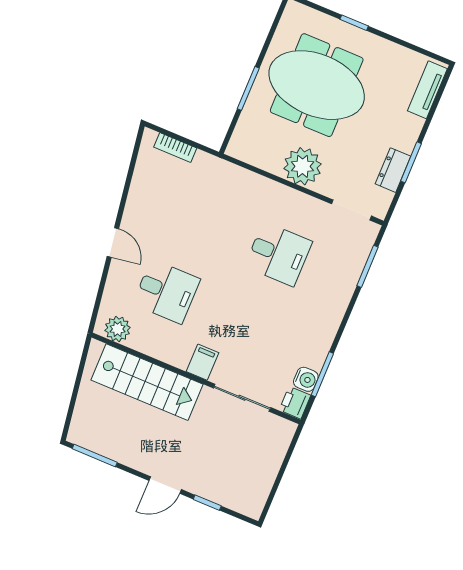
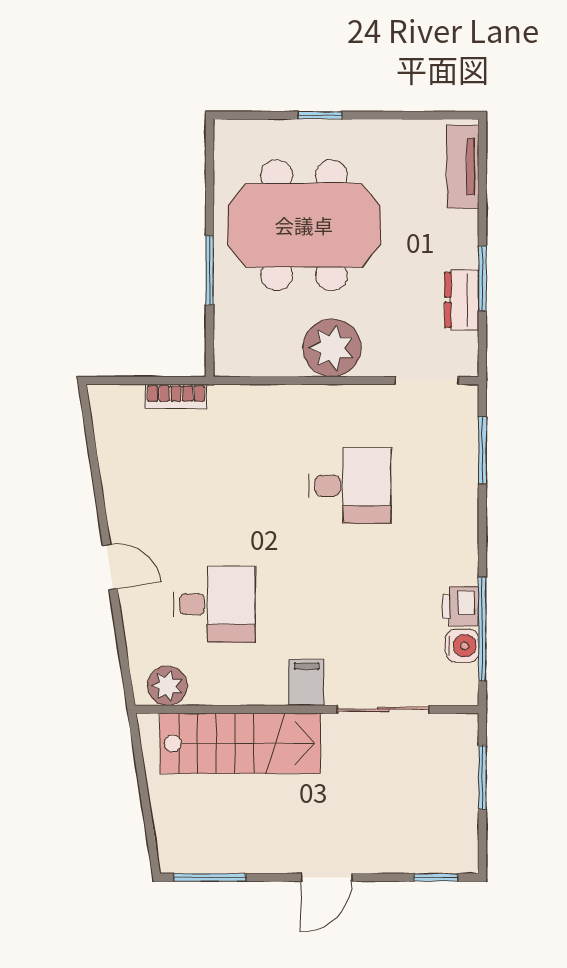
bookcase: (175, 148) -> (176, 396), moved
window: (322, 374) -> (482, 629), width x1.44
printer: (295, 403) -> (461, 606), moved
window: (285, 464) -> (482, 777), added
window: (207, 503) -> (436, 877), moved

